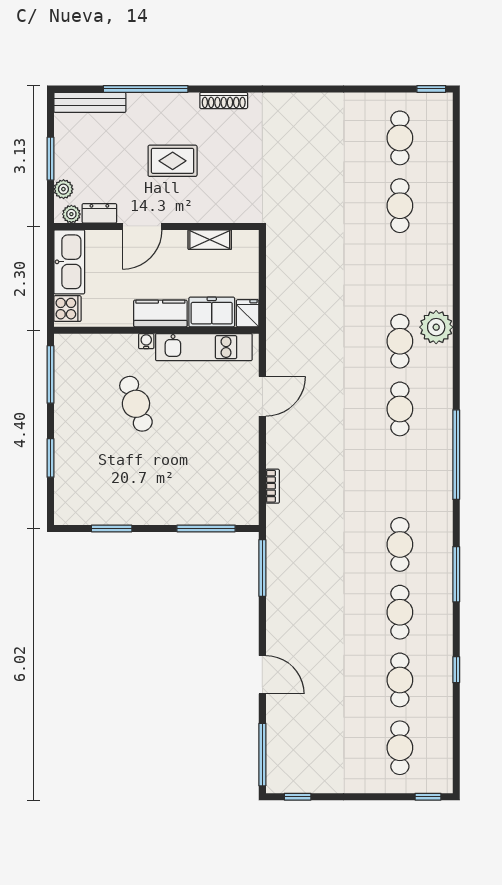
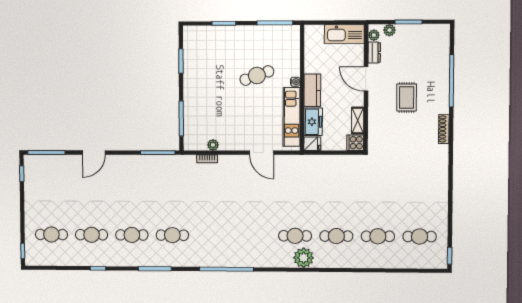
bench: (90, 102) -> (443, 46), removed
cooker: (67, 309) -> (355, 143), moved, turned 90
cafe table: (400, 409) -> (336, 236), moved
plant: (250, 476) -> (213, 145), added

